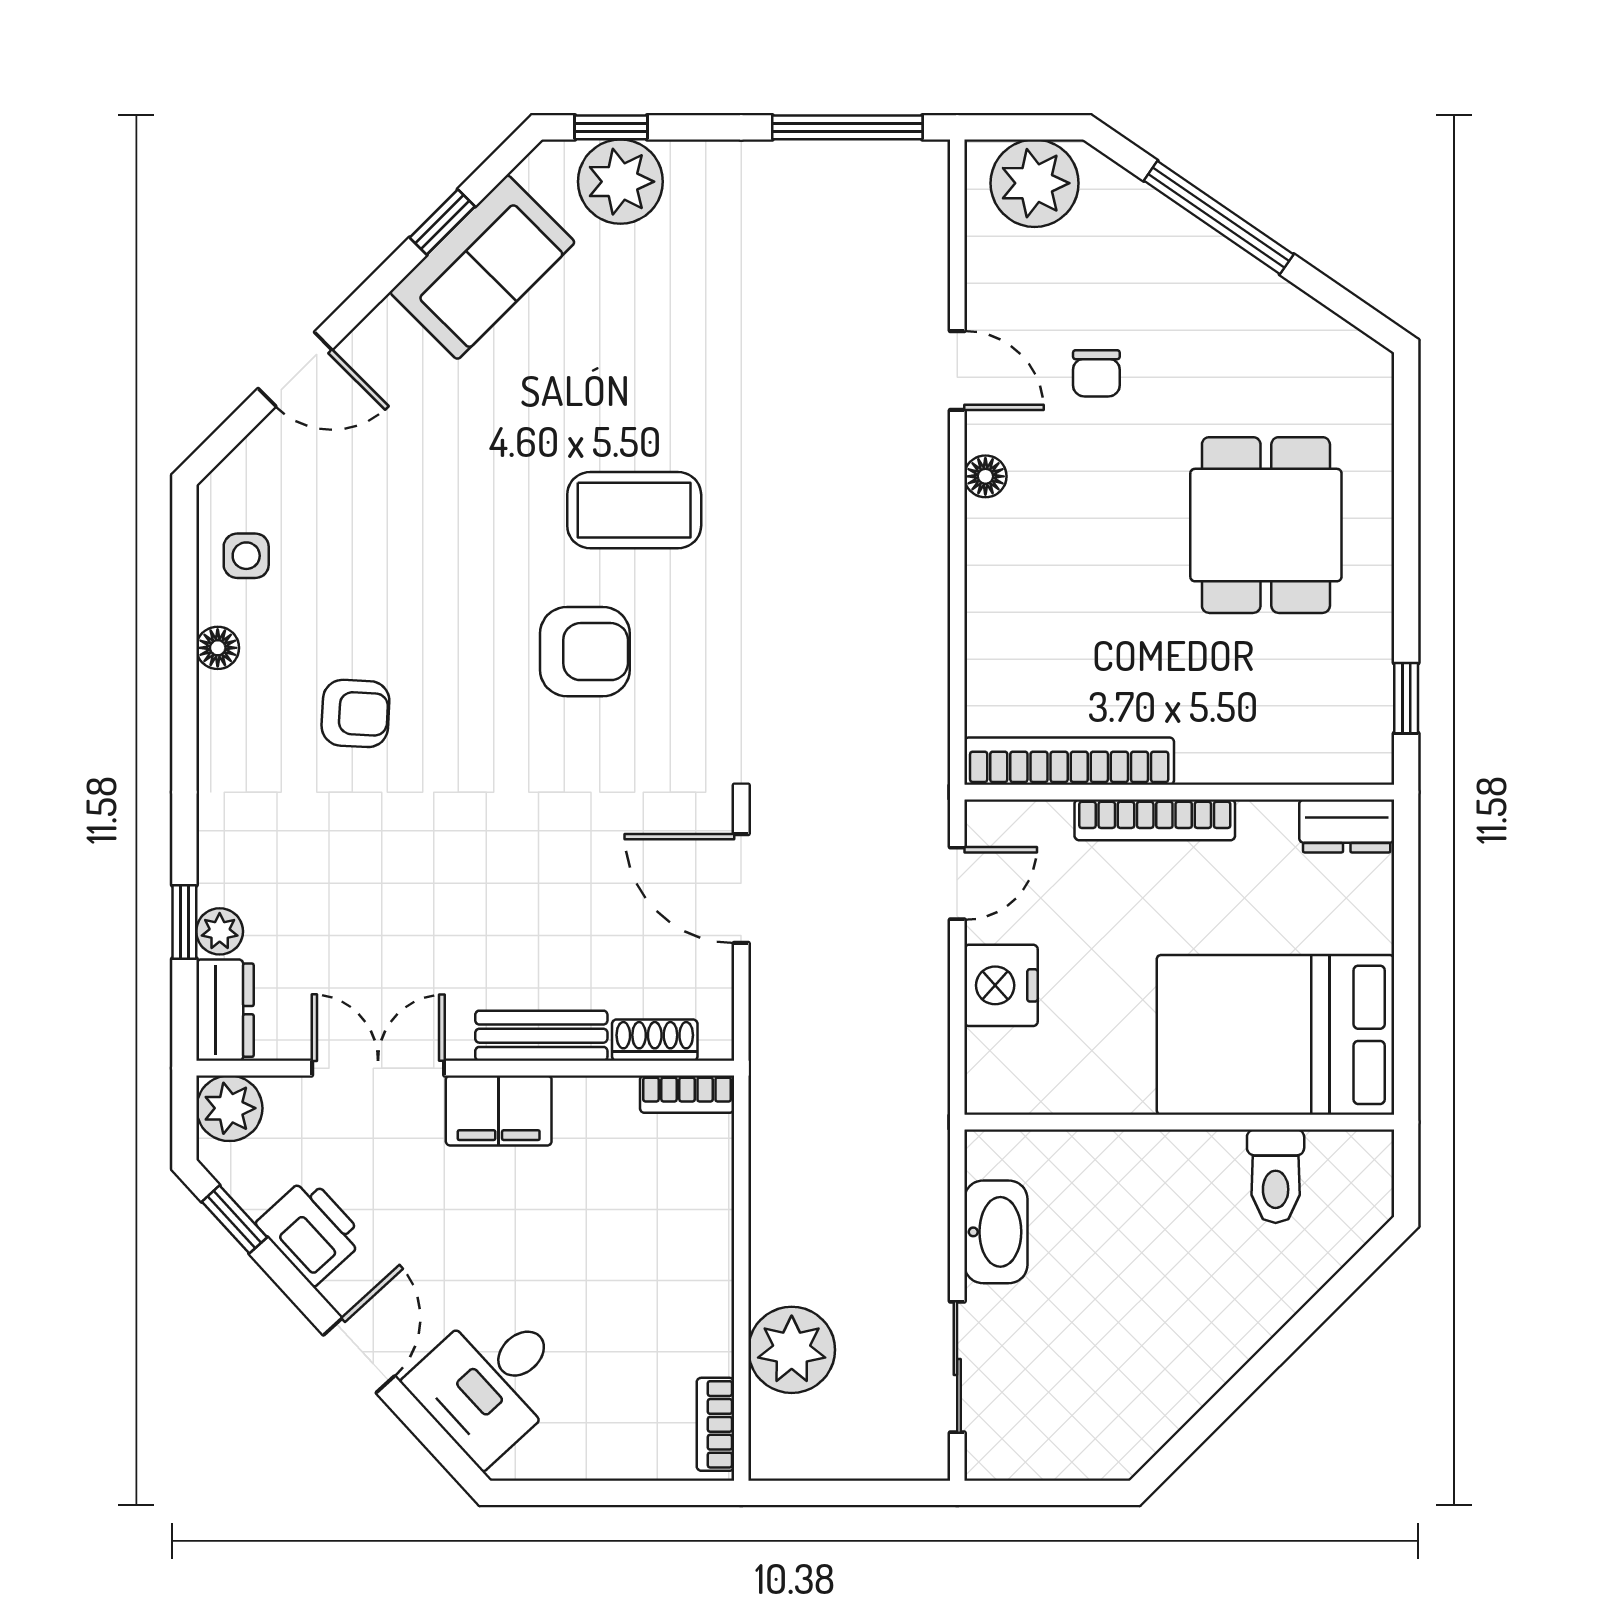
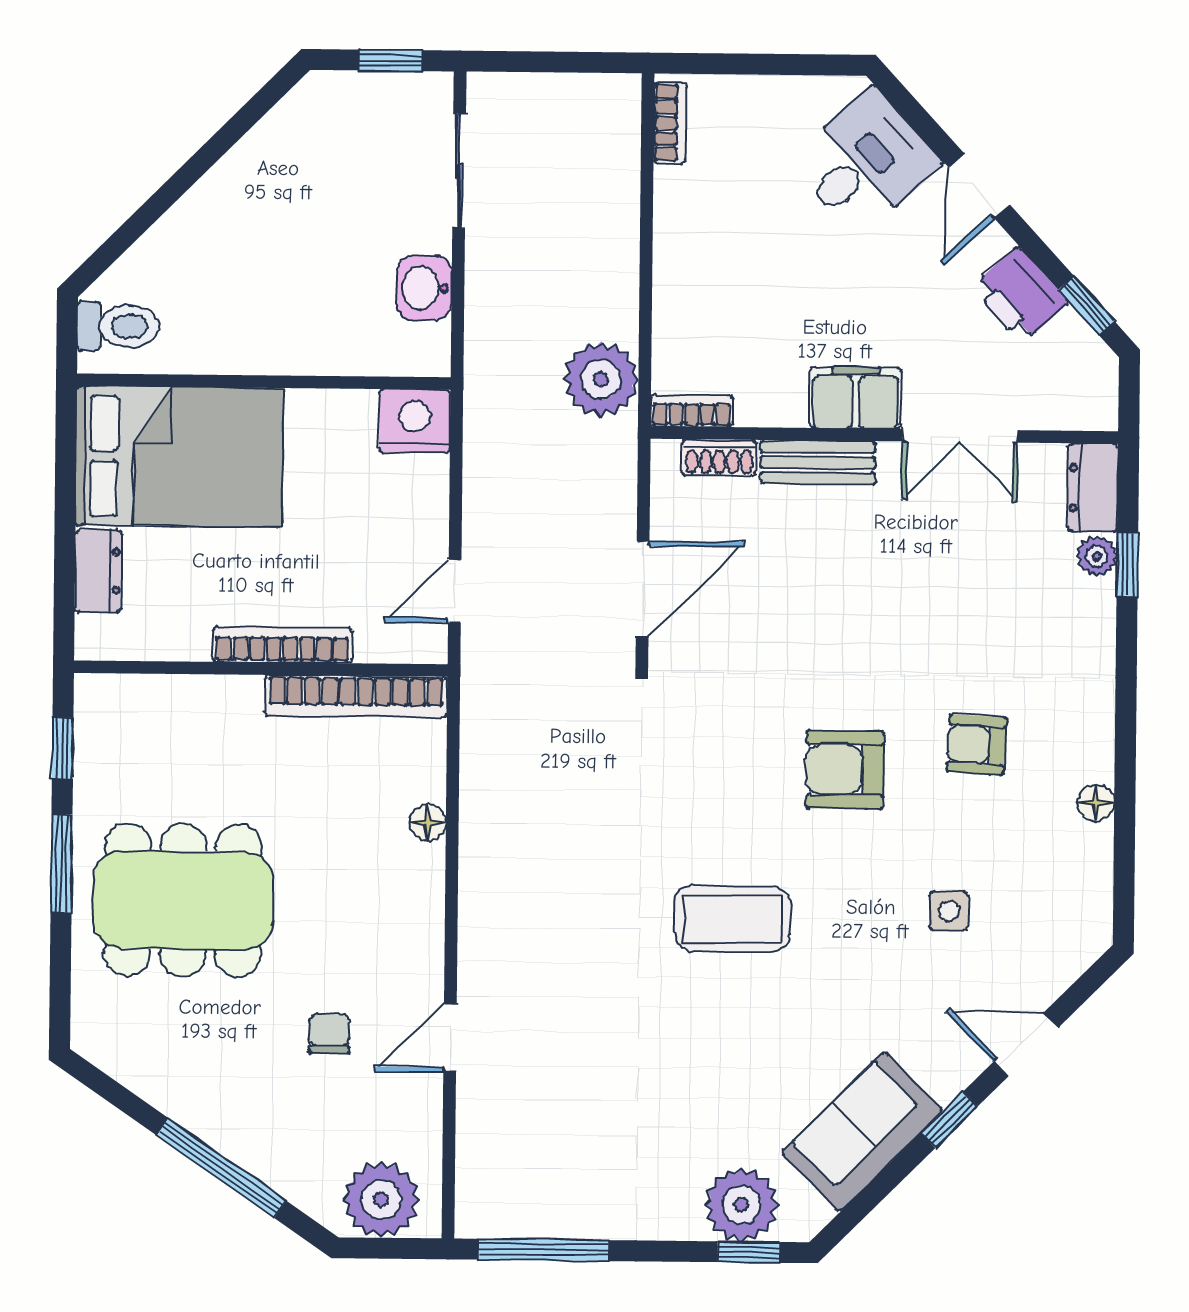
window: (442, 222) -> (949, 1120), moved
door: (957, 370) -> (450, 1037), hinge flipped
floor lamp: (985, 476) -> (428, 823), moved
dining table: (1266, 525) -> (183, 900), width x1.38
side table: (246, 556) -> (949, 911), moved
window: (1406, 566) -> (61, 864), added
armchair: (585, 652) -> (845, 770), moved
dresser: (1347, 826) -> (98, 571), moved, turned 90
door: (741, 889) -> (643, 589), hinge flipped
nightstand: (1001, 985) -> (415, 421), moved, turned -90
plant: (229, 1108) -> (1090, 402), removed
toilet: (1276, 1176) -> (118, 326), moved, turned 90
washbasin: (996, 1232) -> (424, 288), width x0.72
plant: (792, 1350) -> (601, 379), moved
window: (1037, 1493) -> (391, 60), added

